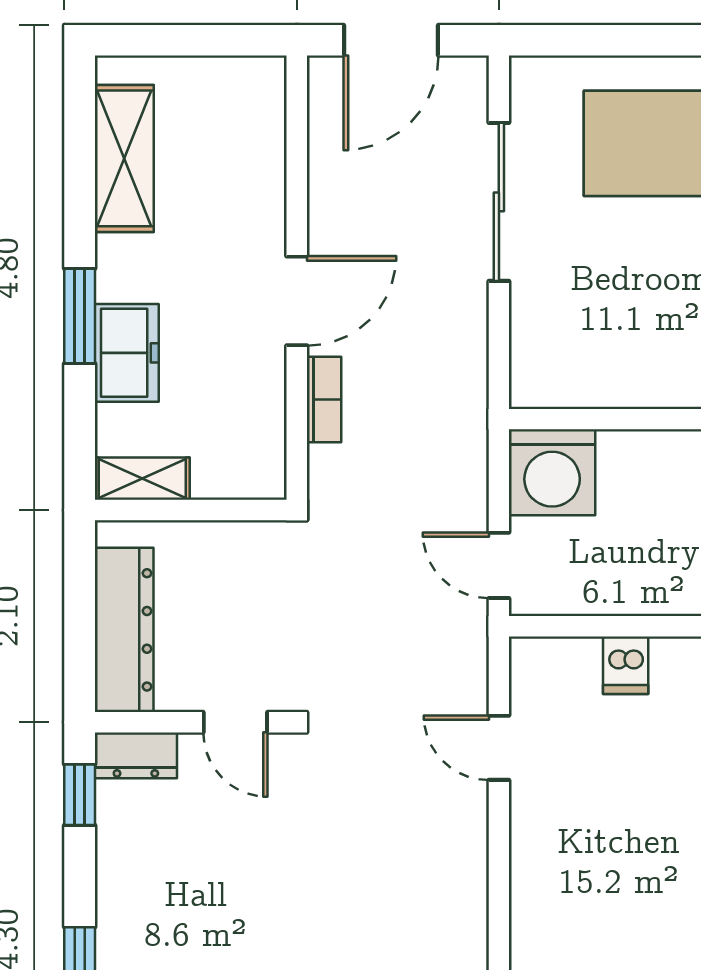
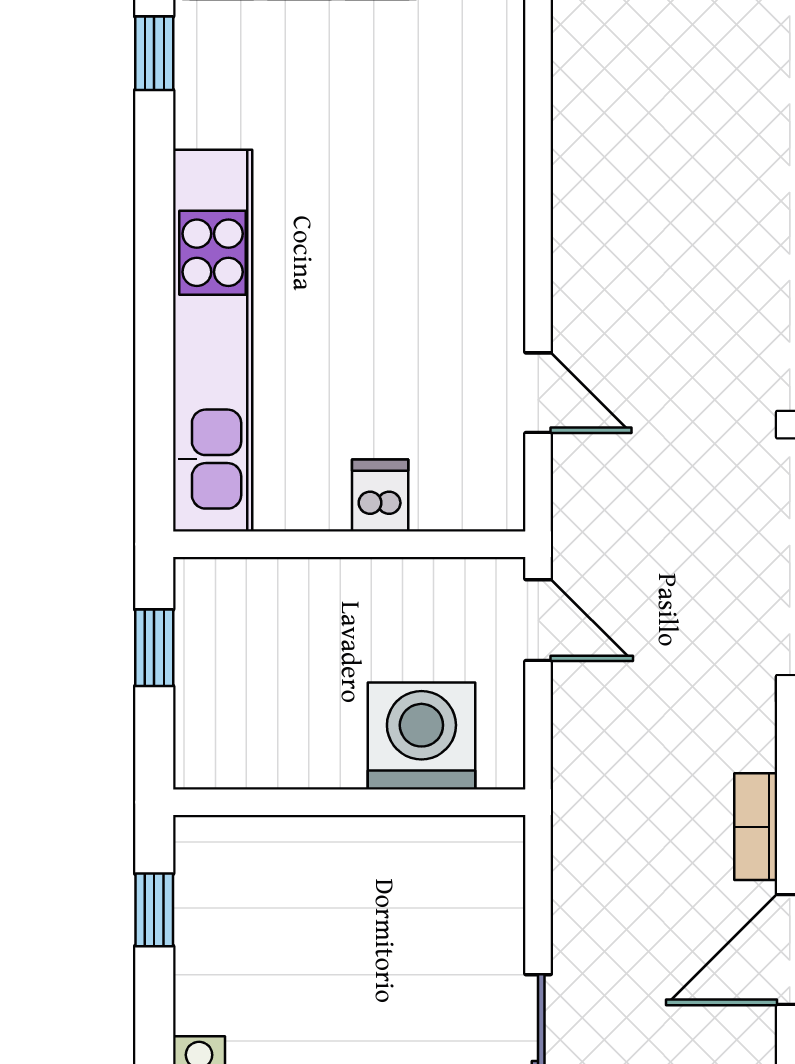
washing machine: (552, 472) -> (421, 736), moved

